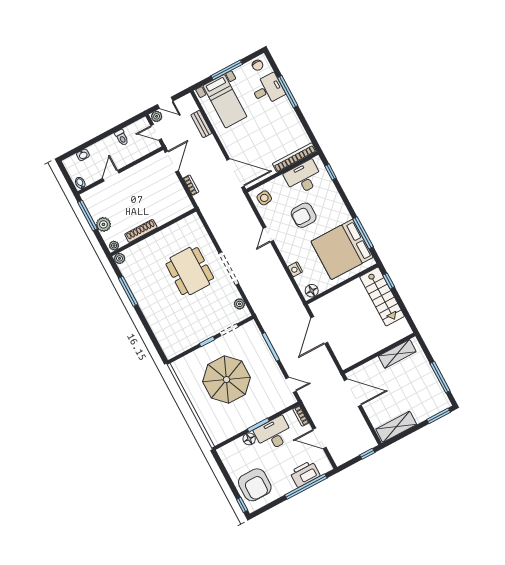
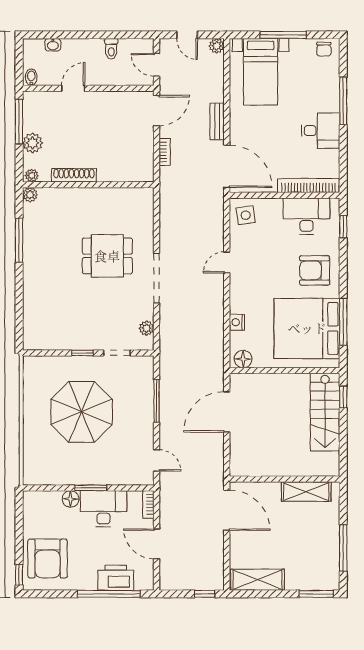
desk: (268, 89) -> (321, 131), moved
plant: (157, 116) -> (217, 46), moved
bench: (201, 124) -> (217, 121), moved
armchair: (304, 215) -> (315, 270), moved
dining table: (190, 271) -> (107, 256), width x0.73

